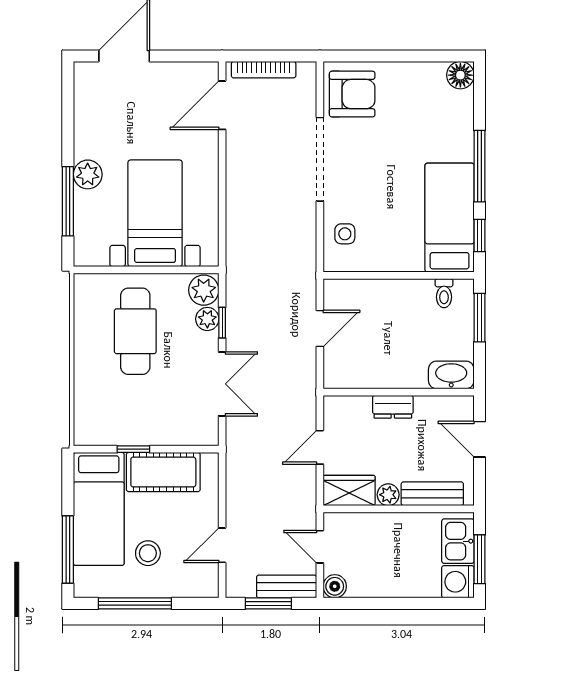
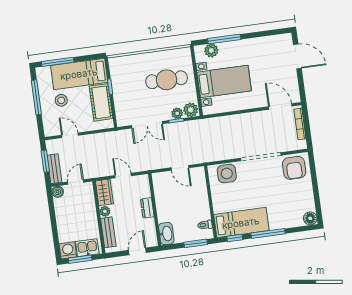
plant: (88, 174) -> (211, 50), moved
side table: (345, 234) -> (227, 174), width x1.87, depth x1.87

